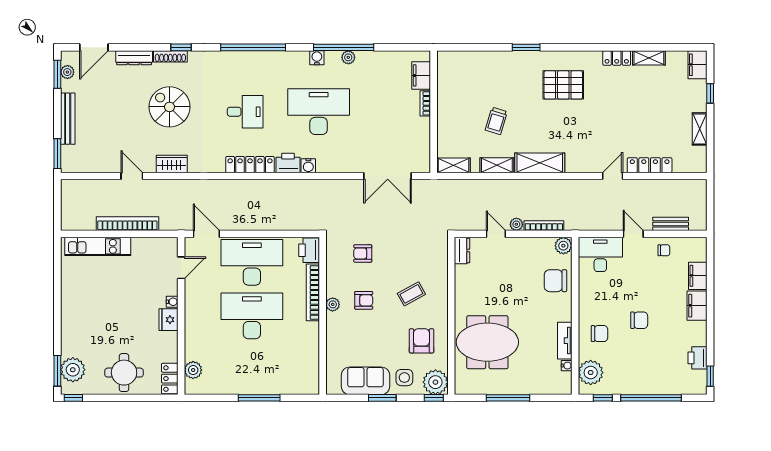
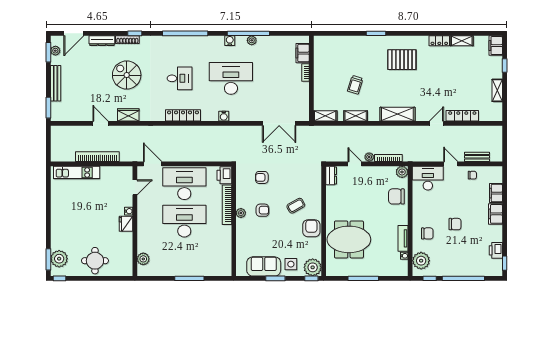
printer: (288, 163) -> (210, 114), removed
shelving: (540, 163) -> (397, 114), moved
armchair: (422, 341) -> (311, 228), moved
locker: (170, 379) -> (127, 265), removed

